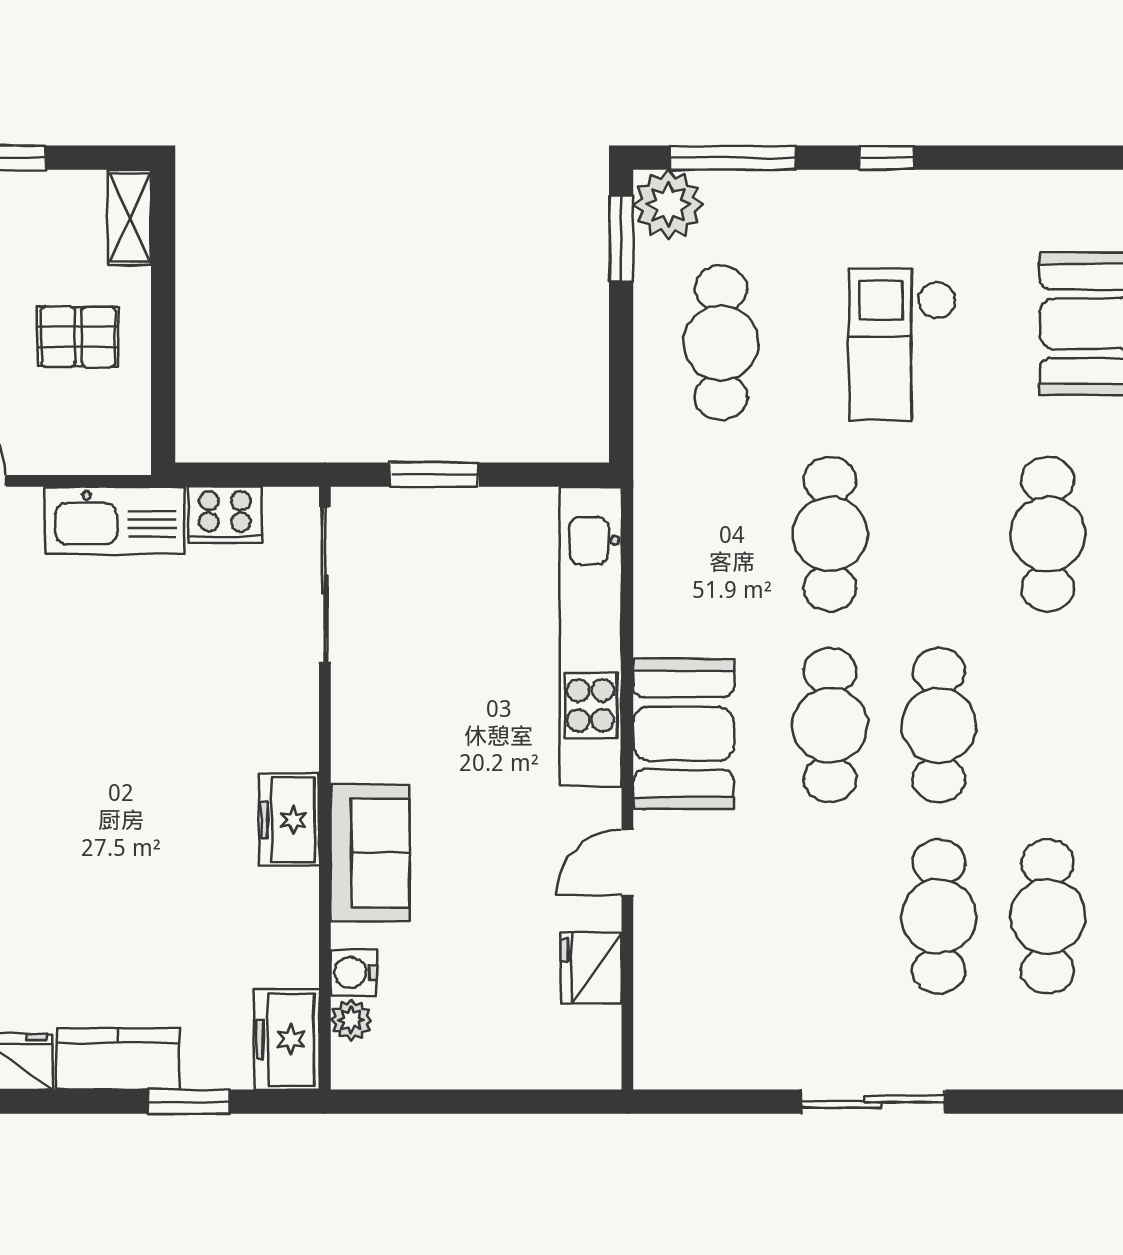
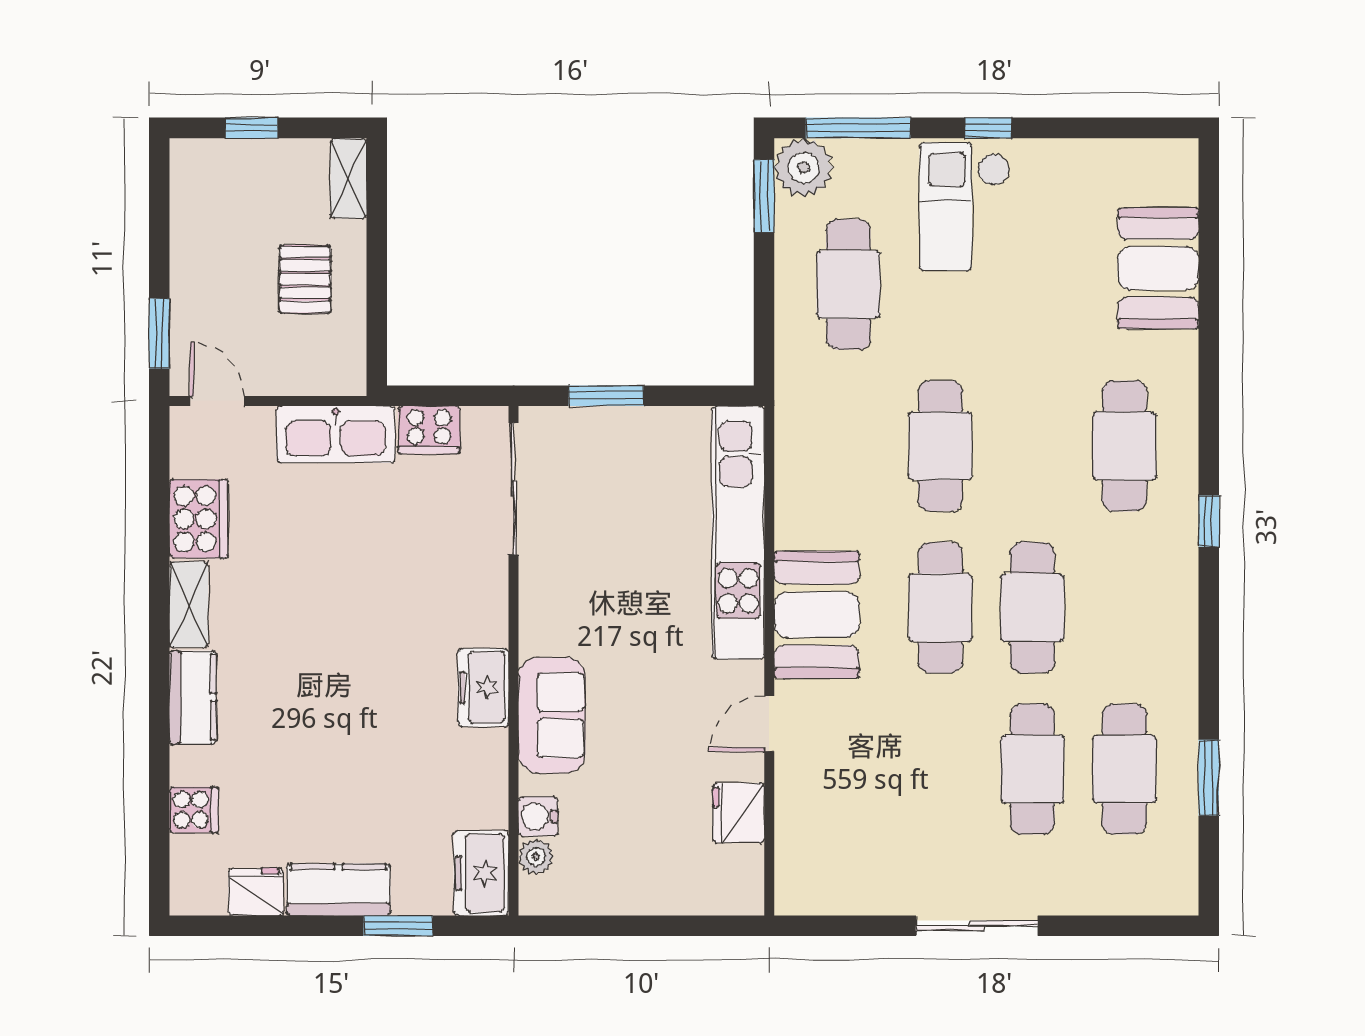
pallet: (78, 337) -> (305, 279), turned 90
checkout: (903, 344) -> (965, 207), moved

